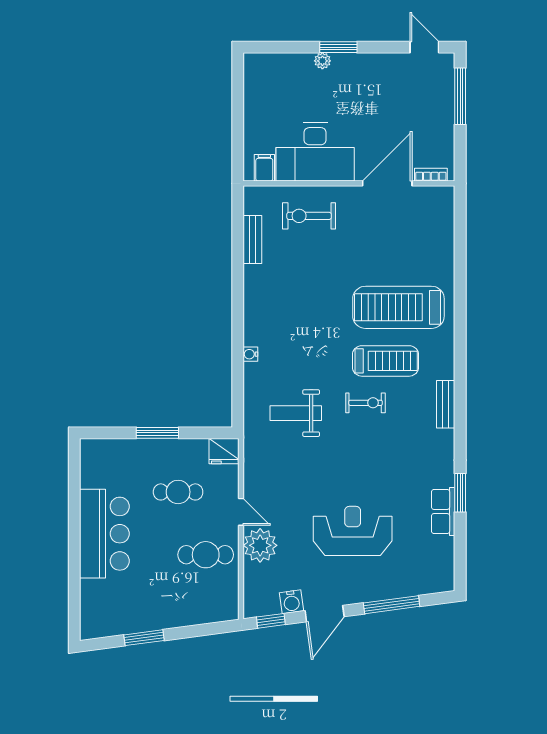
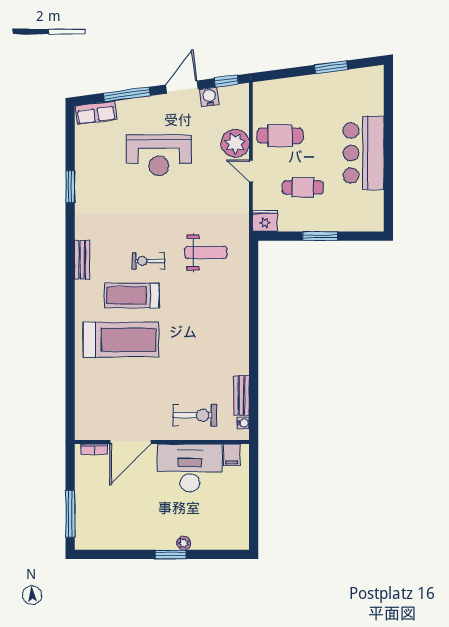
door: (424, 47) -> (100, 554), removed
water cooler: (250, 354) -> (243, 423), moved
row of seats: (443, 512) -> (96, 113), moved, turned 82

